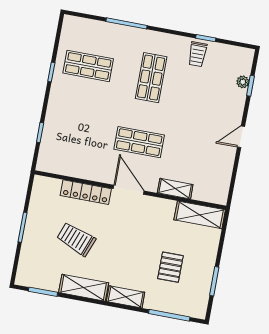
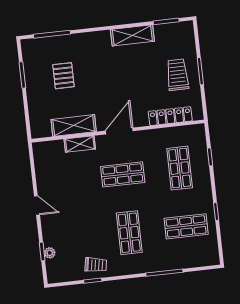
trolley: (197, 54) -> (96, 265), turned 100
shop shelf: (76, 130) -> (180, 168), added
door: (241, 137) -> (37, 205), hinge flipped
door: (129, 190) -> (119, 131), swing flipped
locker: (86, 192) -> (170, 116), moved
shelving: (200, 215) -> (74, 125), moved
trolley: (76, 239) -> (177, 75), moved, turned -111
shelving: (126, 297) -> (94, 39), removed

